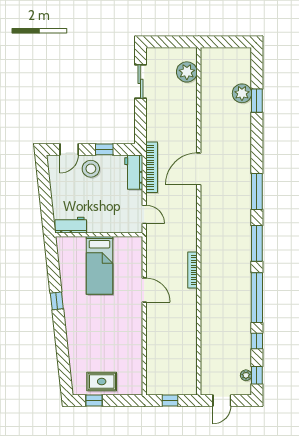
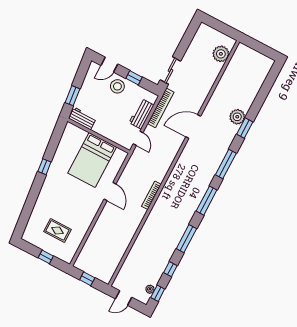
sliding door: (140, 81) -> (170, 70), moved
plant: (242, 93) -> (237, 117), moved
window: (257, 101) -> (245, 128), moved
workbench: (134, 172) -> (141, 114), moved
window: (46, 205) -> (73, 96), added
bed: (99, 265) -> (92, 160), width x1.50
window: (257, 298) -> (186, 239), width x0.68
rug: (102, 382) -> (57, 230), moved
window: (94, 400) -> (46, 257), moved

